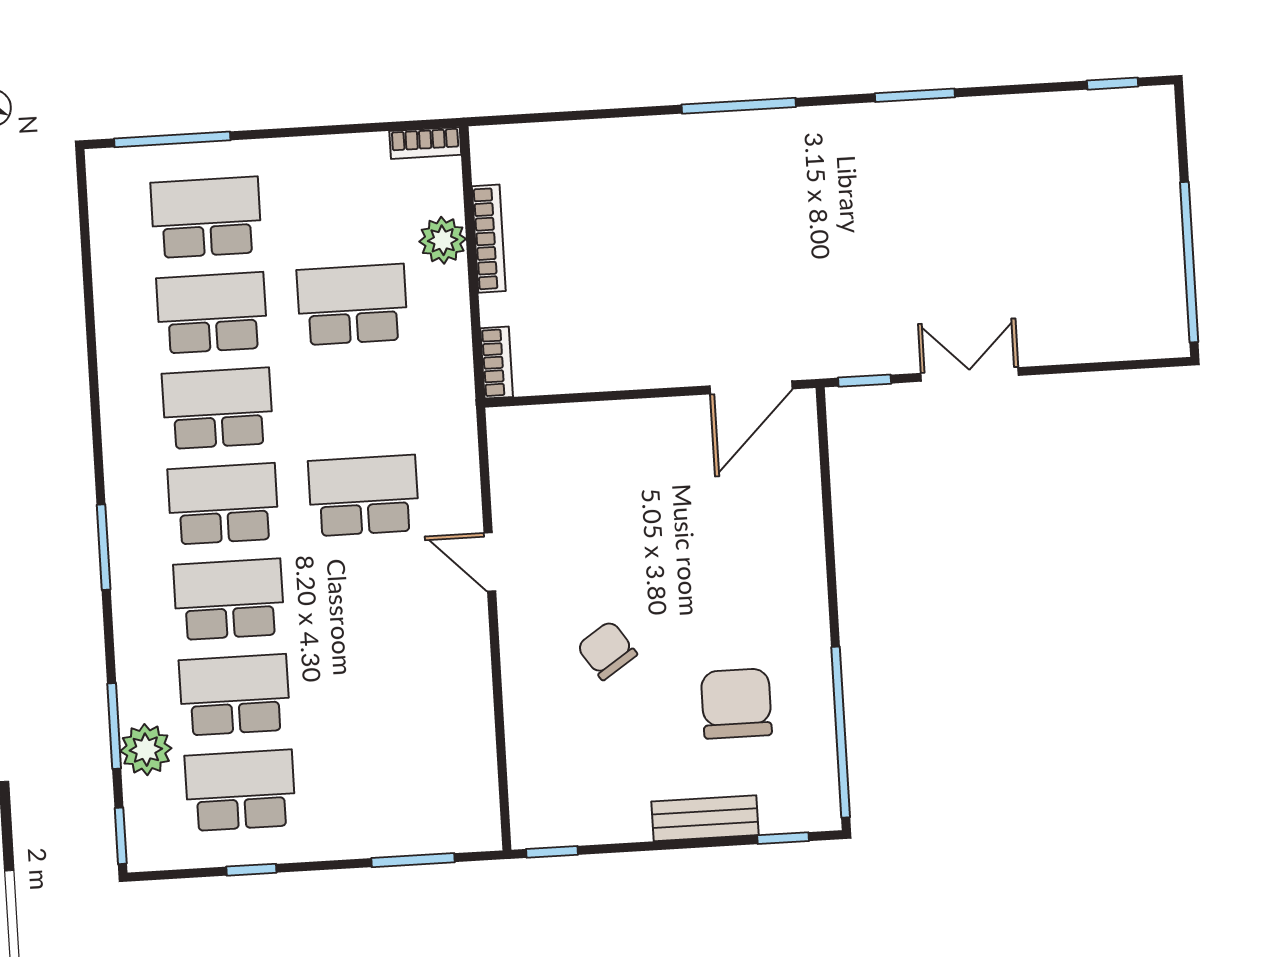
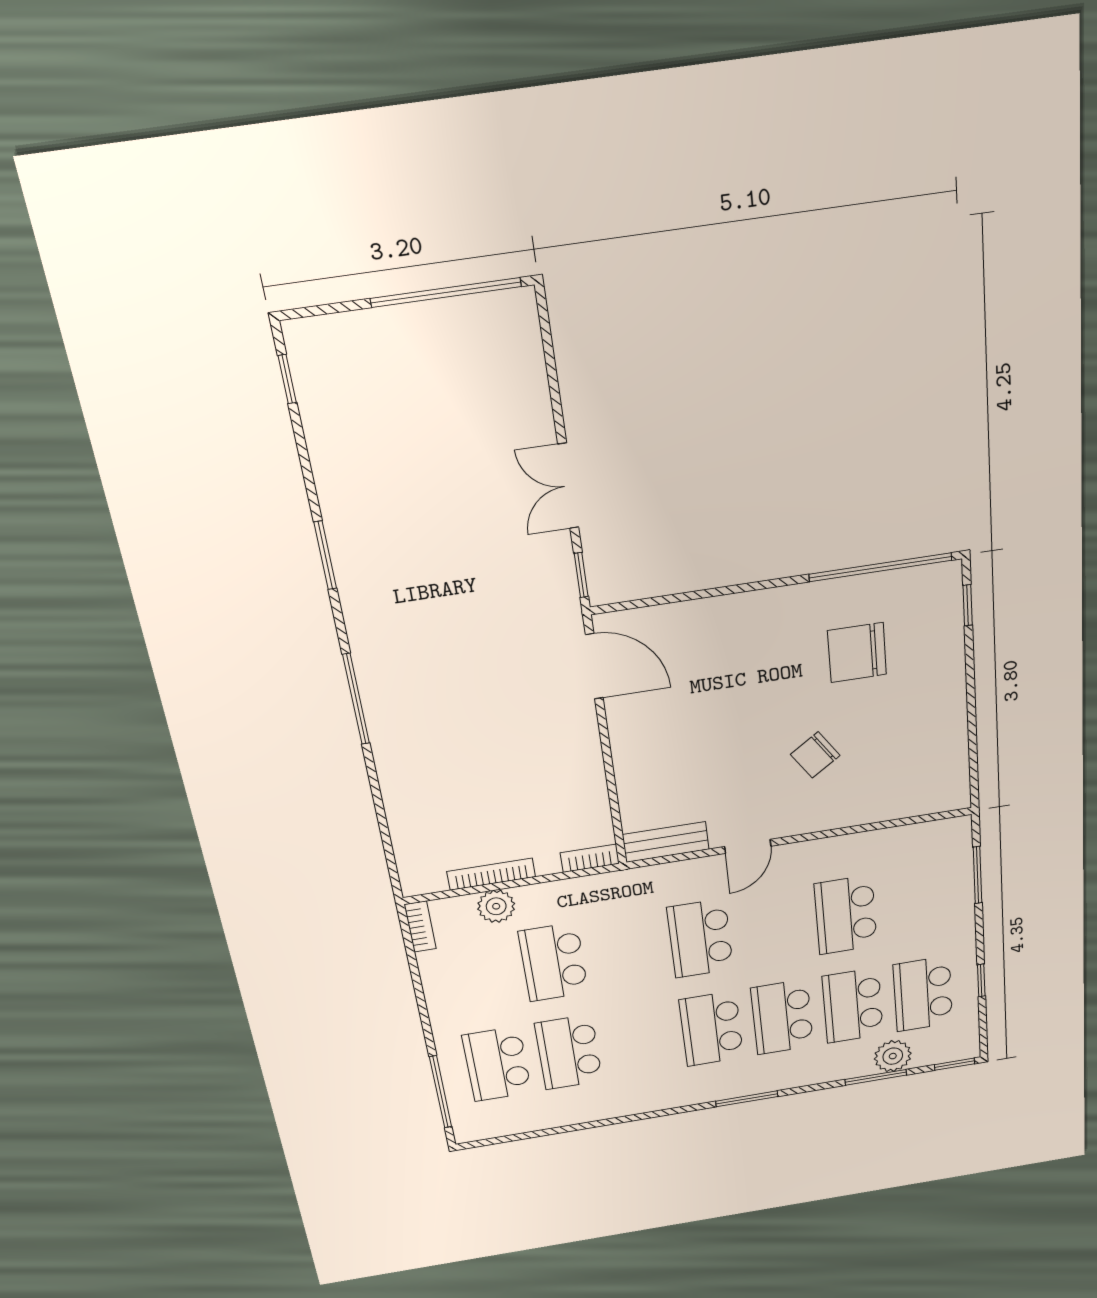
school desk: (218, 408) -> (846, 915), moved
bench: (705, 818) -> (666, 842), moved, turned 90
window: (552, 852) -> (974, 779), removed

